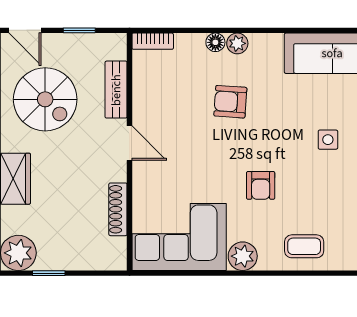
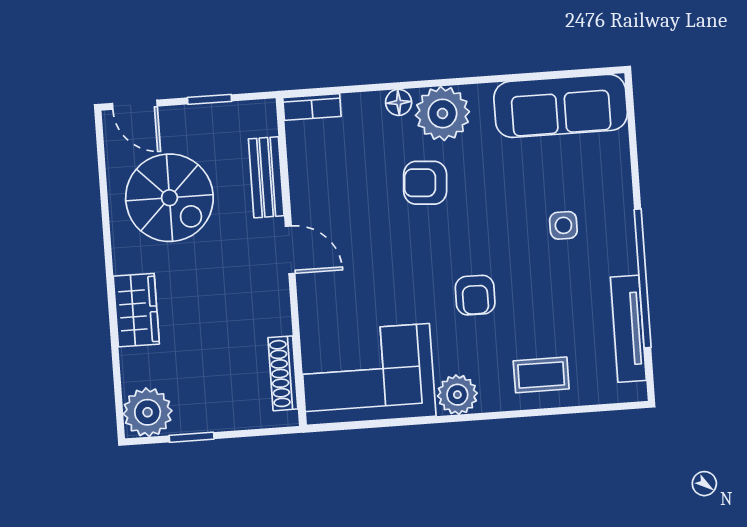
plant: (237, 43) -> (442, 113), width x1.87, depth x1.87
shoe rack: (118, 209) -> (283, 373), moved

